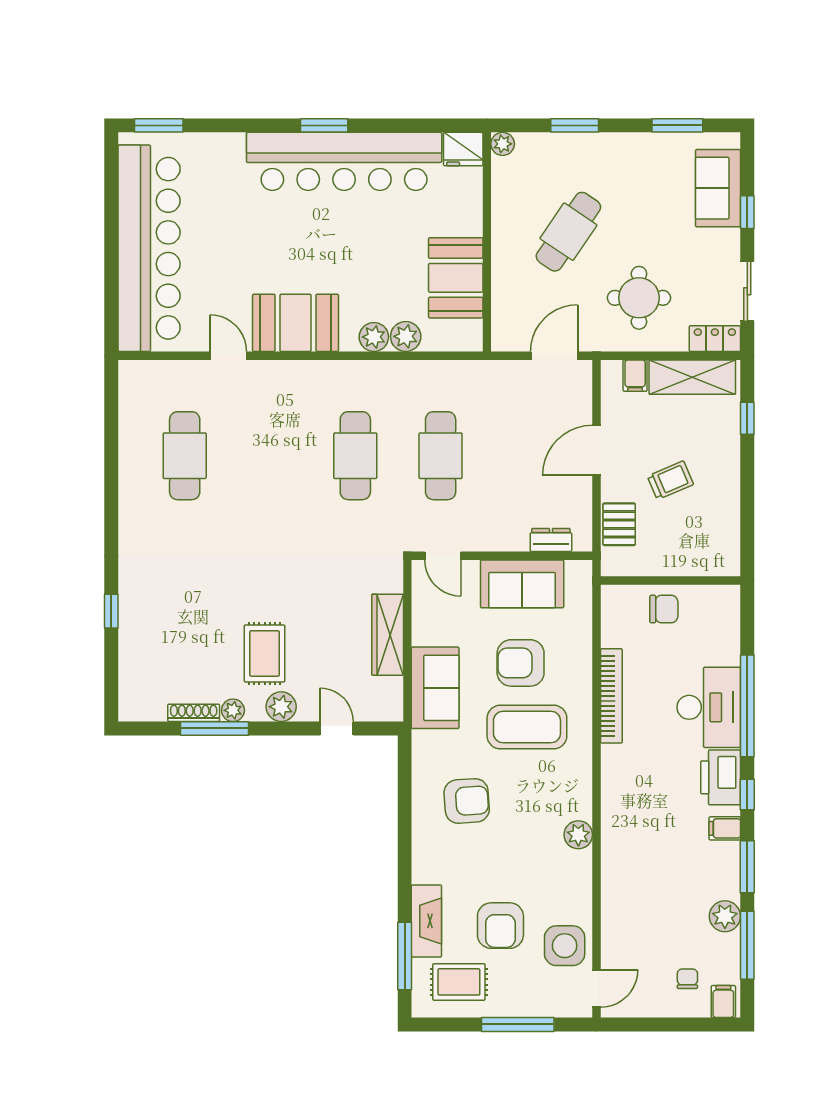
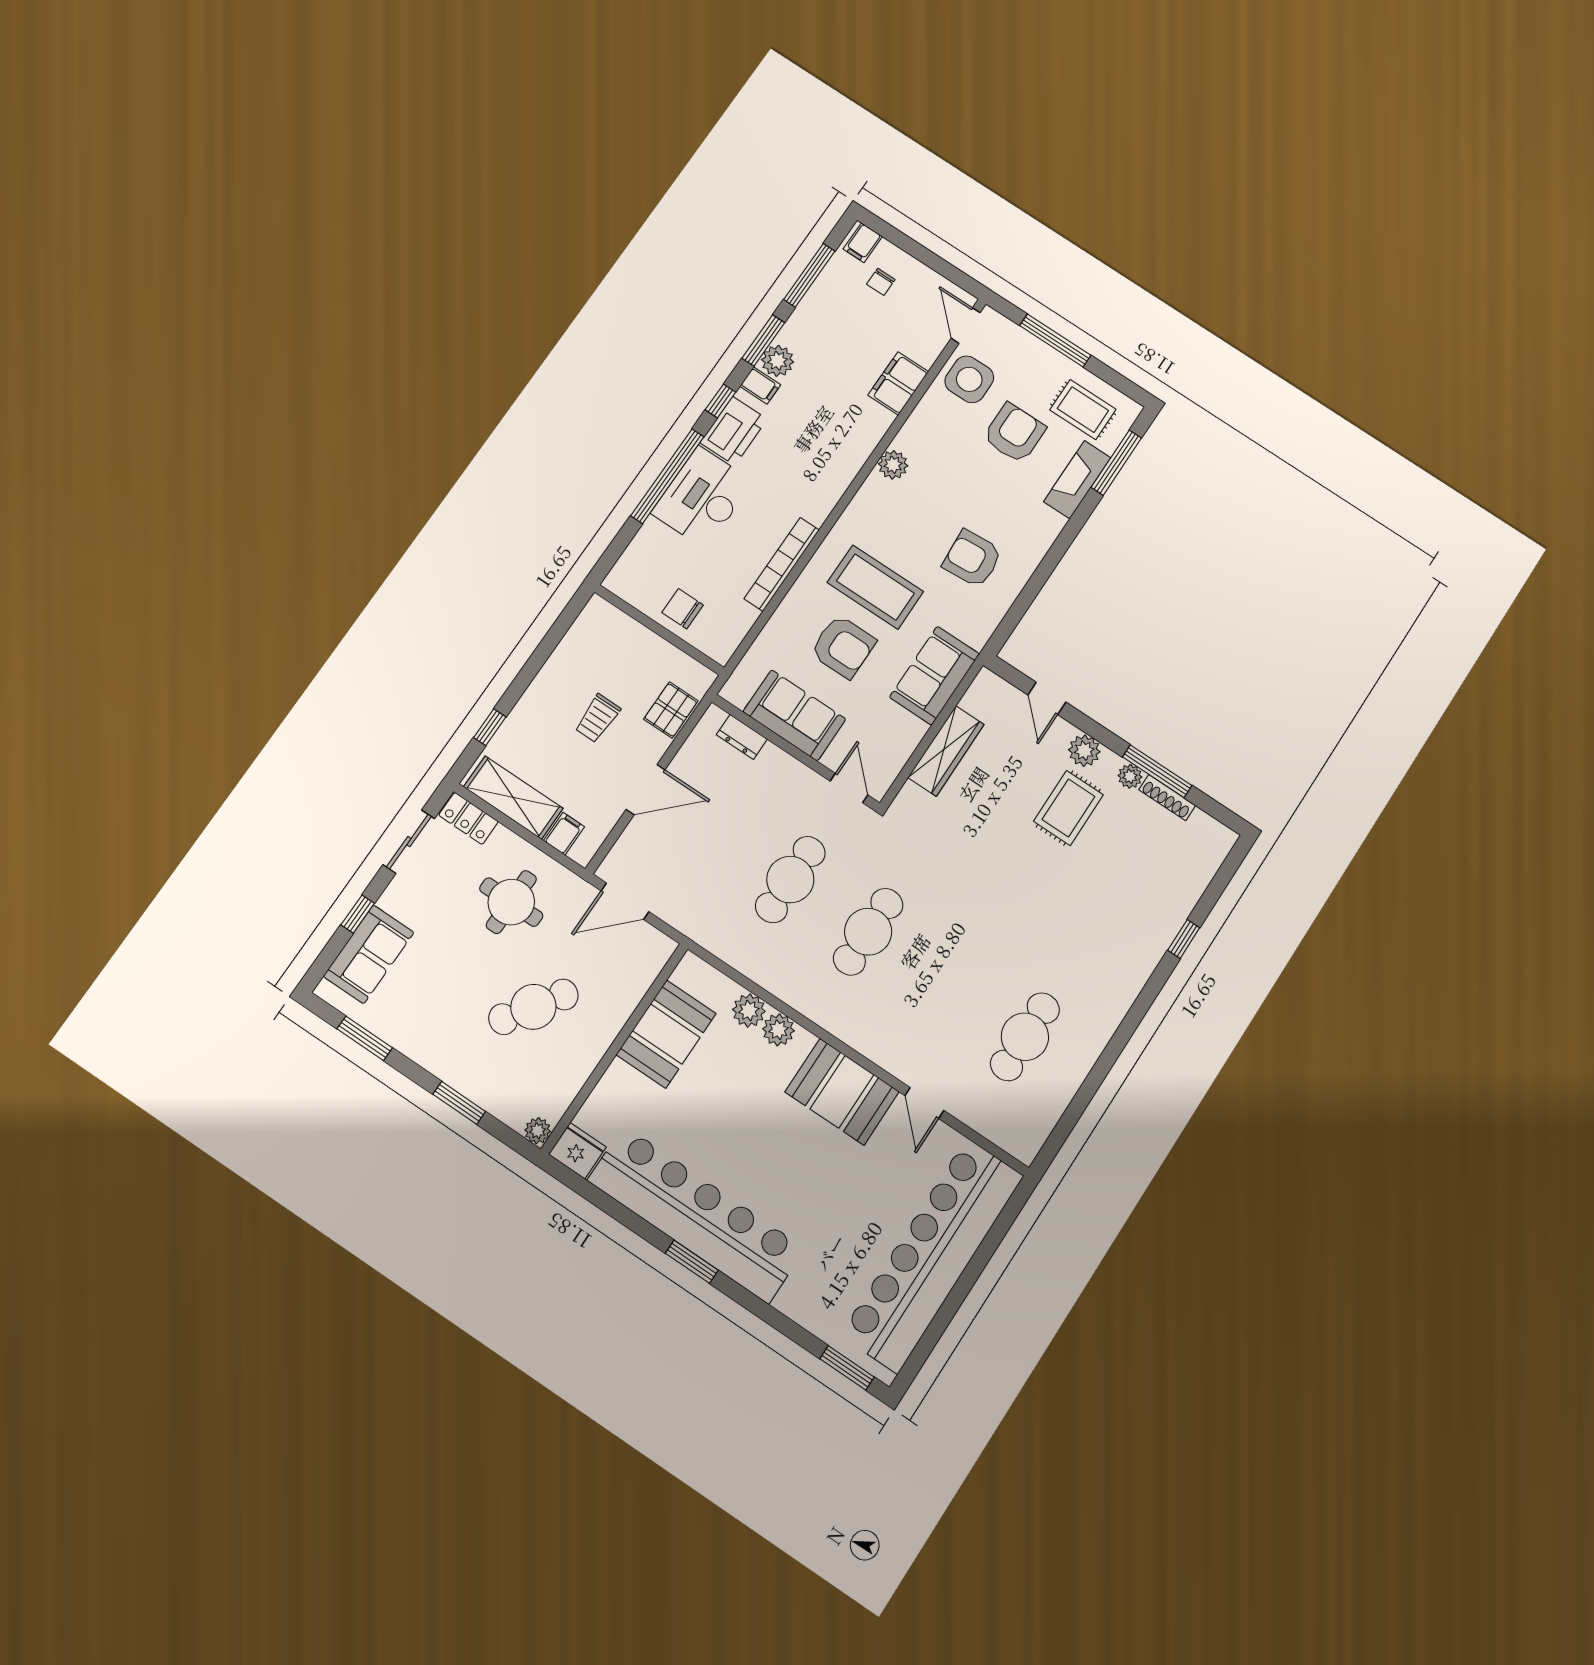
trolley: (670, 480) -> (598, 718), turned -67
filing cabinet: (618, 904) -> (898, 383), added
plant: (725, 916) -> (778, 361), moved
door: (597, 988) -> (966, 326), hinge flipped

